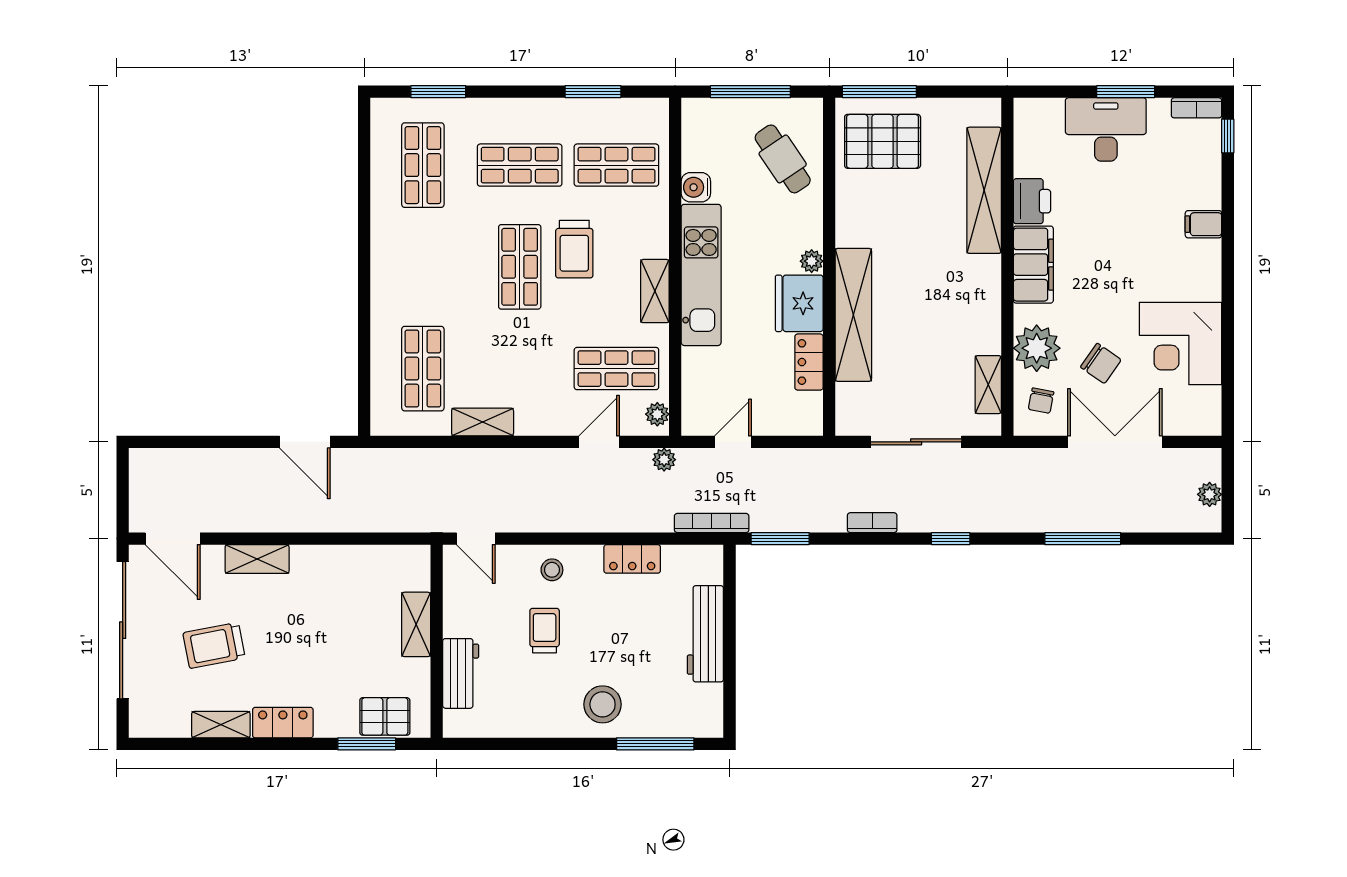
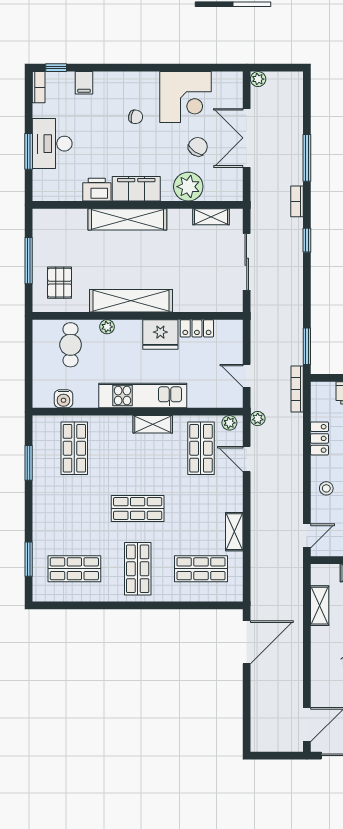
window: (750, 92) -> (29, 365), removed
window: (879, 92) -> (29, 261), moved
window: (1126, 92) -> (29, 151), moved
pallet: (883, 141) -> (60, 283), width x0.67, depth x0.71
cafe table: (783, 159) -> (71, 345), turned -56
shop shelf: (520, 165) -> (138, 569), moved
water cooler: (696, 187) -> (63, 399), moved
shelving: (984, 190) -> (127, 219), moved
filing cabinet: (1203, 224) -> (84, 83), moved
trolley: (574, 249) -> (127, 474), removed
plant: (812, 261) -> (107, 327), moved
shelving: (853, 315) -> (131, 301), moved
chair: (1041, 401) -> (136, 117), moved
door: (305, 442) -> (247, 642), width x1.36
plant: (1210, 494) -> (258, 79), moved
bookcase: (872, 523) -> (297, 201), moved
shelving: (257, 559) -> (320, 606), moved

